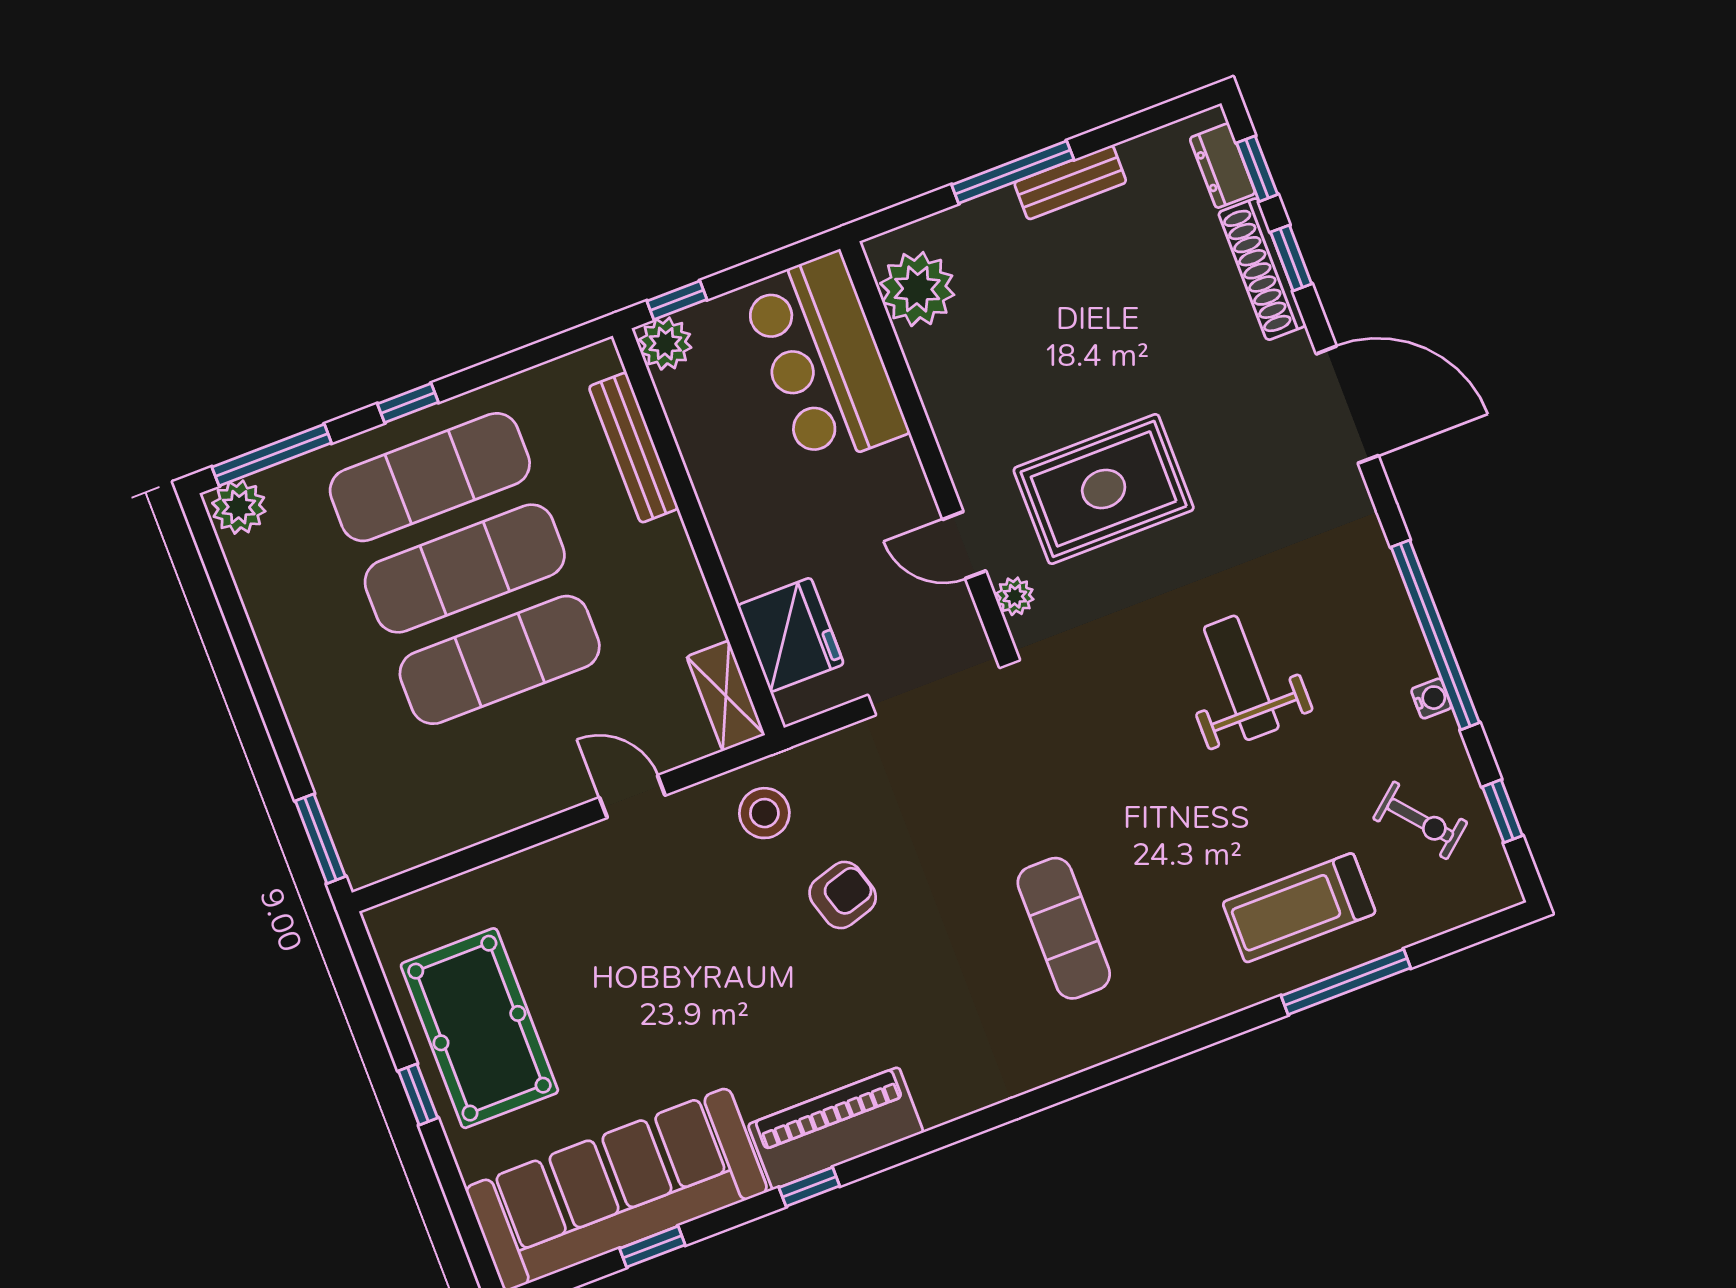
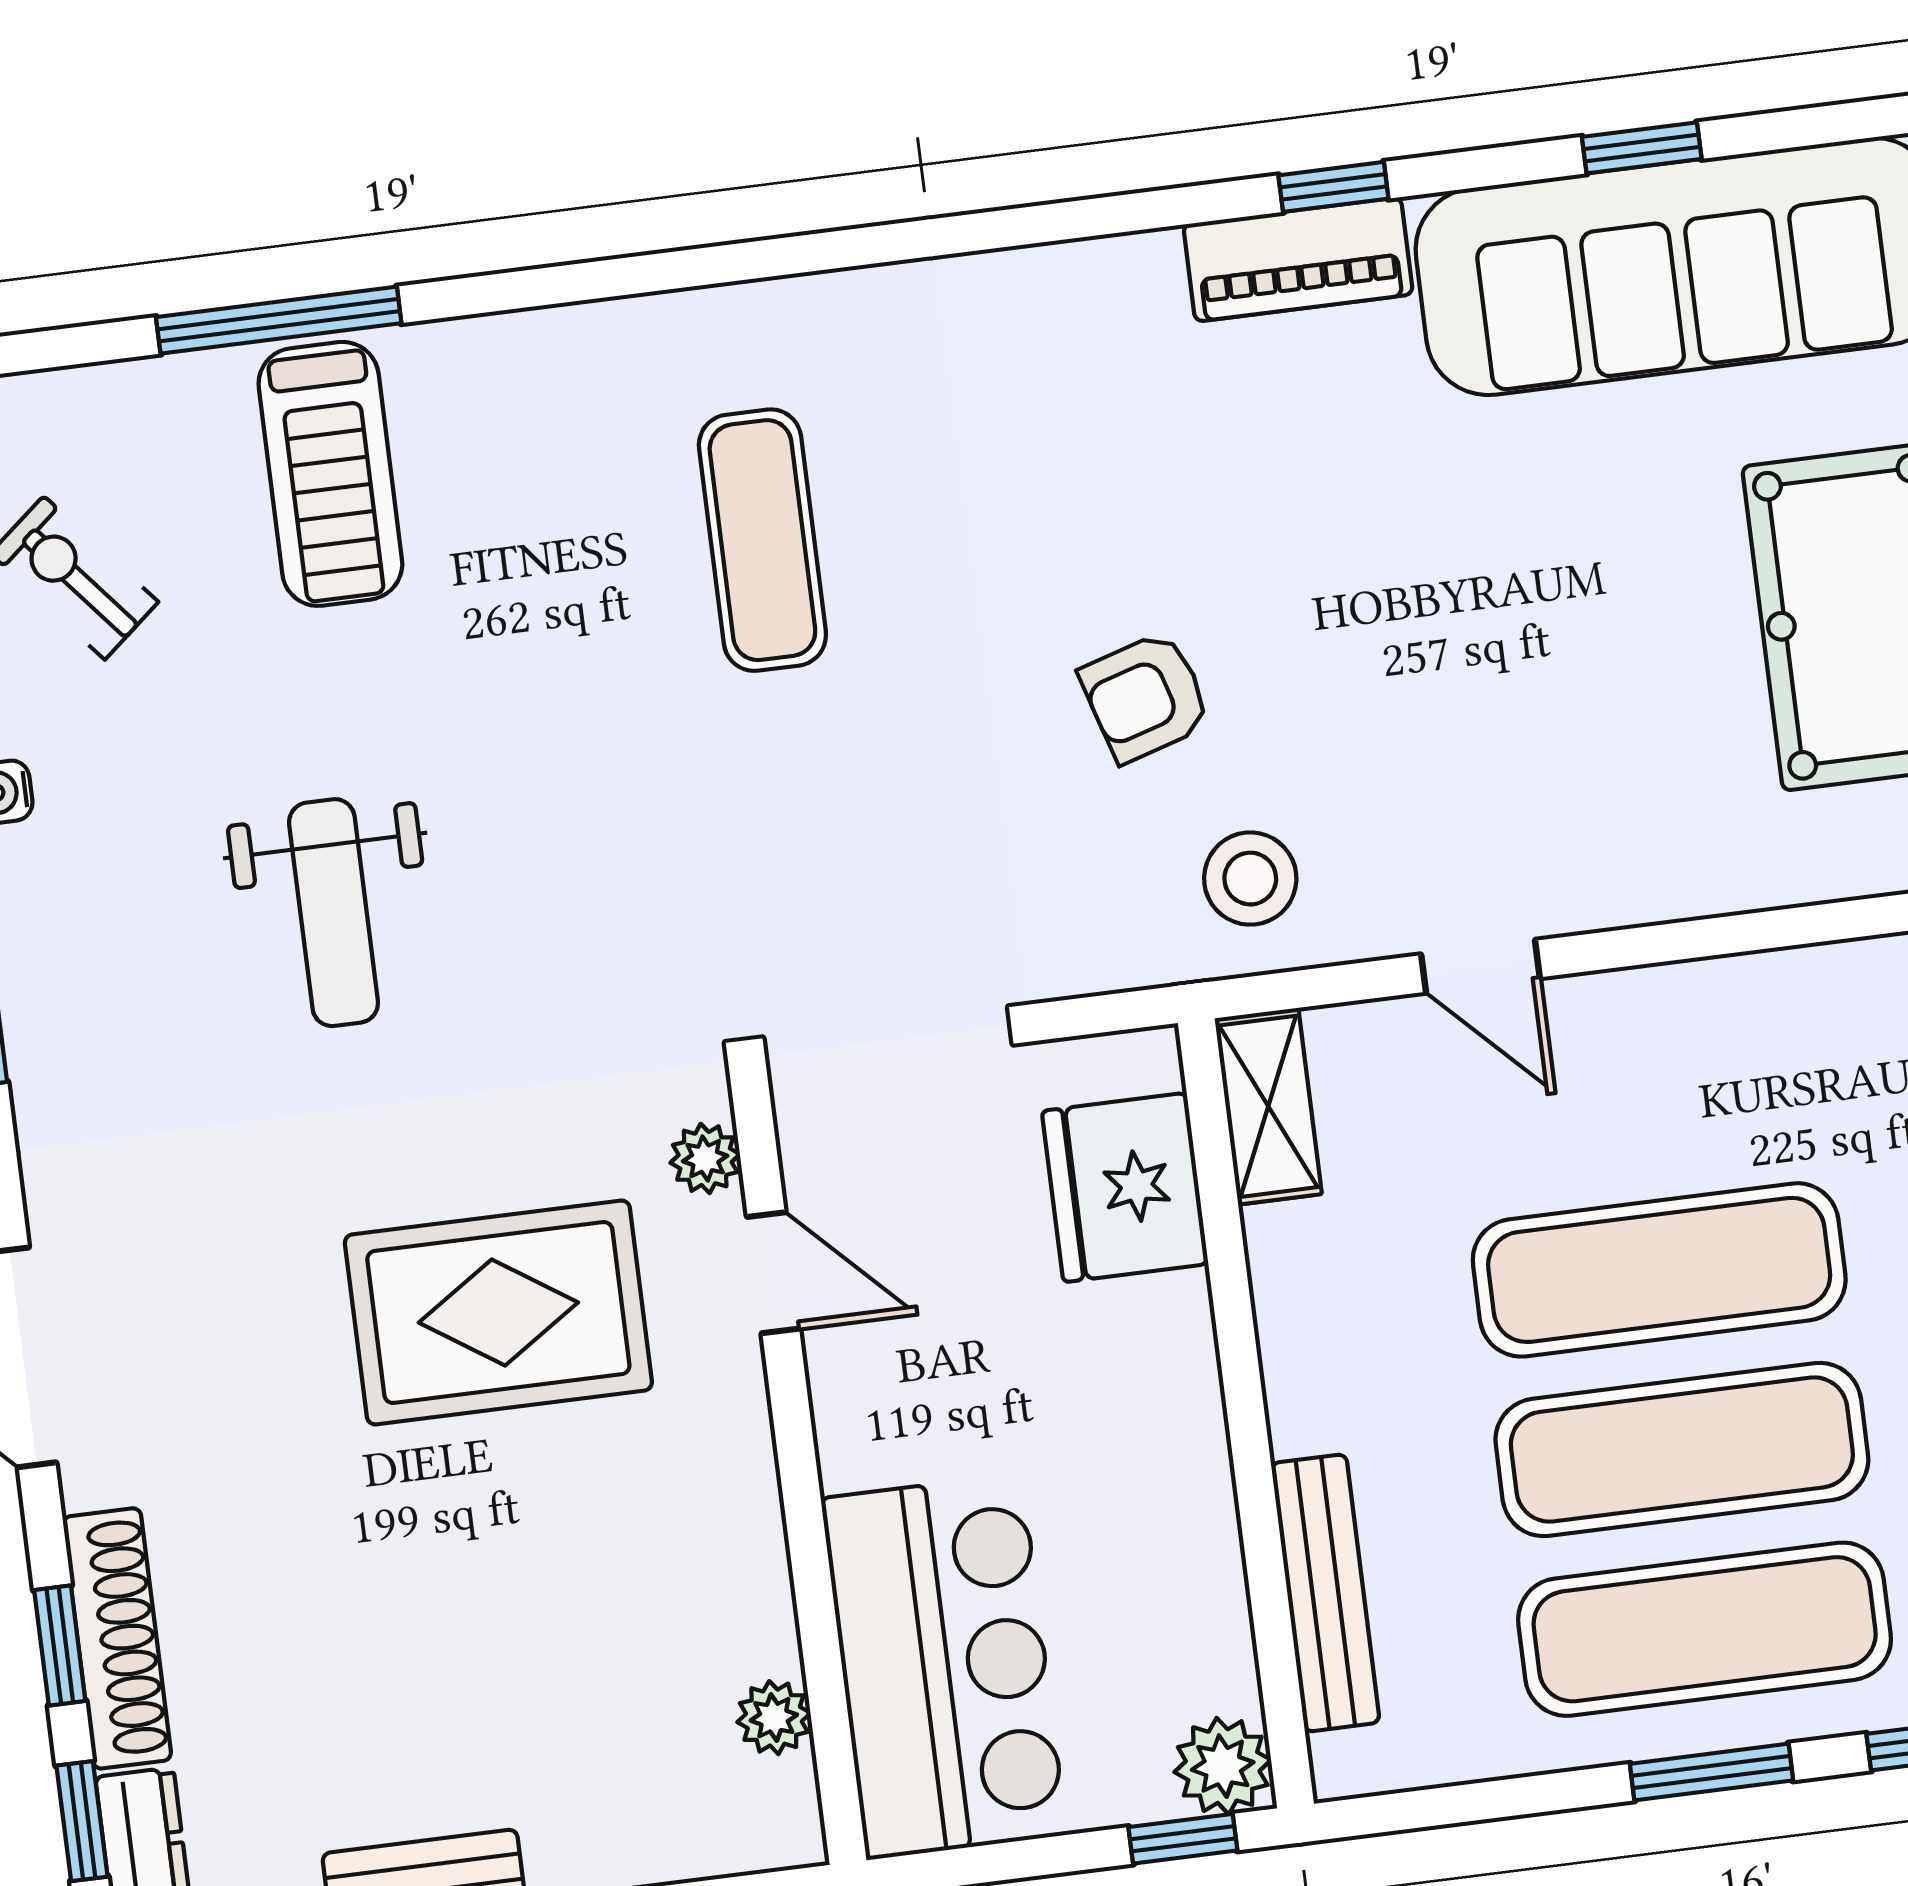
plant: (917, 289) -> (774, 1718), width x0.53, depth x0.53
window: (408, 403) -> (1712, 1772), width x1.50
treadmill: (1299, 908) -> (330, 474), turned 90
piano: (836, 1128) -> (1298, 259), width x0.73, depth x0.75

